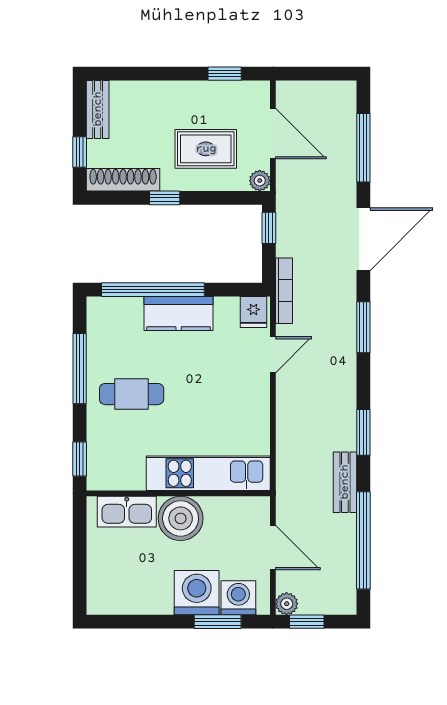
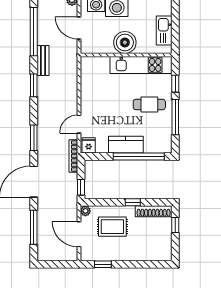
bench: (98, 109) -> (166, 246), removed
window: (80, 459) -> (175, 84), moved
kitchen unit: (208, 473) -> (141, 65), moved
kitchen sink: (127, 512) -> (164, 31), moved, turned -90

